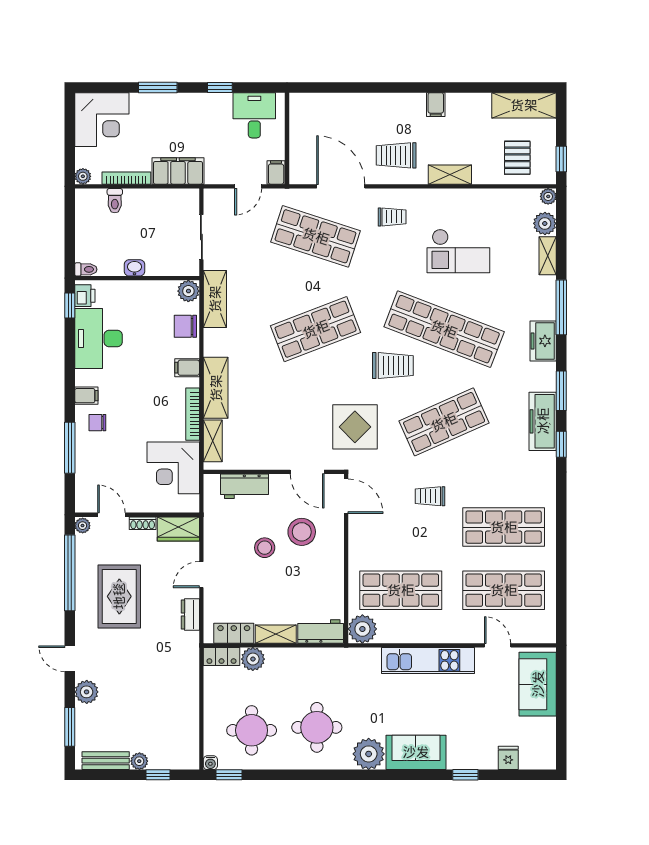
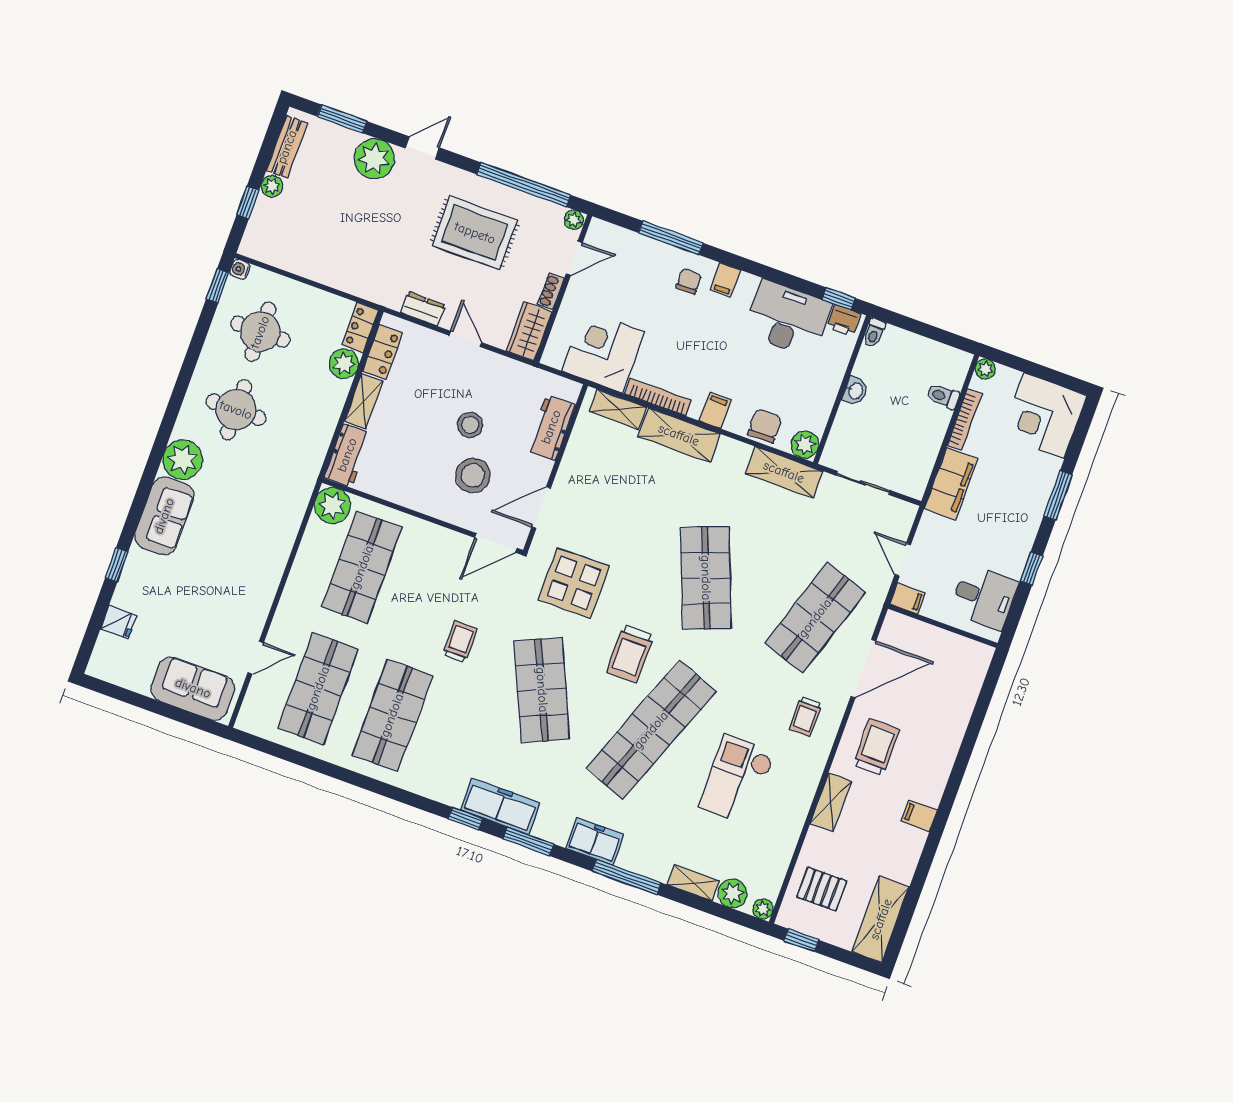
kitchen unit: (428, 660) -> (267, 569), removed
plant: (87, 692) -> (374, 159), width x1.36, depth x1.36

